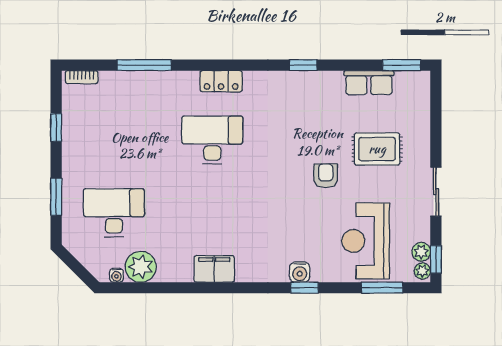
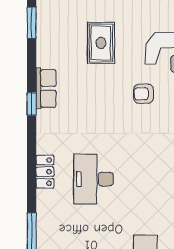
row of seats: (369, 83) -> (46, 88), moved
armchair: (326, 176) -> (144, 94), moved

